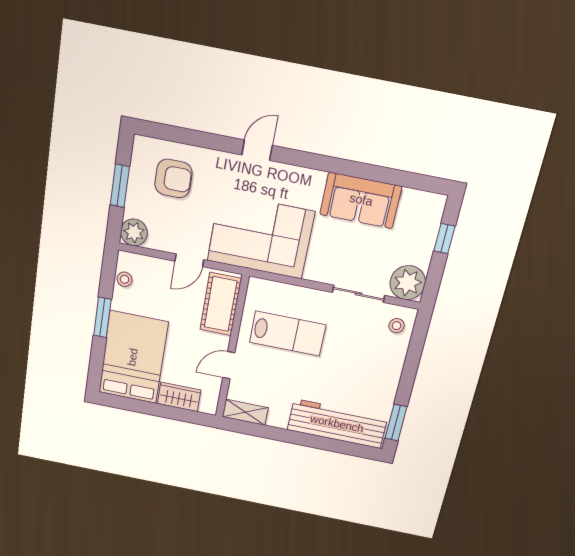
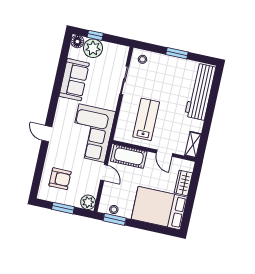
armchair: (173, 178) -> (60, 179), turned 90
floor lamp: (434, 205) -> (77, 42), added
plant: (408, 283) -> (93, 48), moved
window: (102, 317) -> (115, 219), moved
window: (396, 423) -> (177, 53), moved

